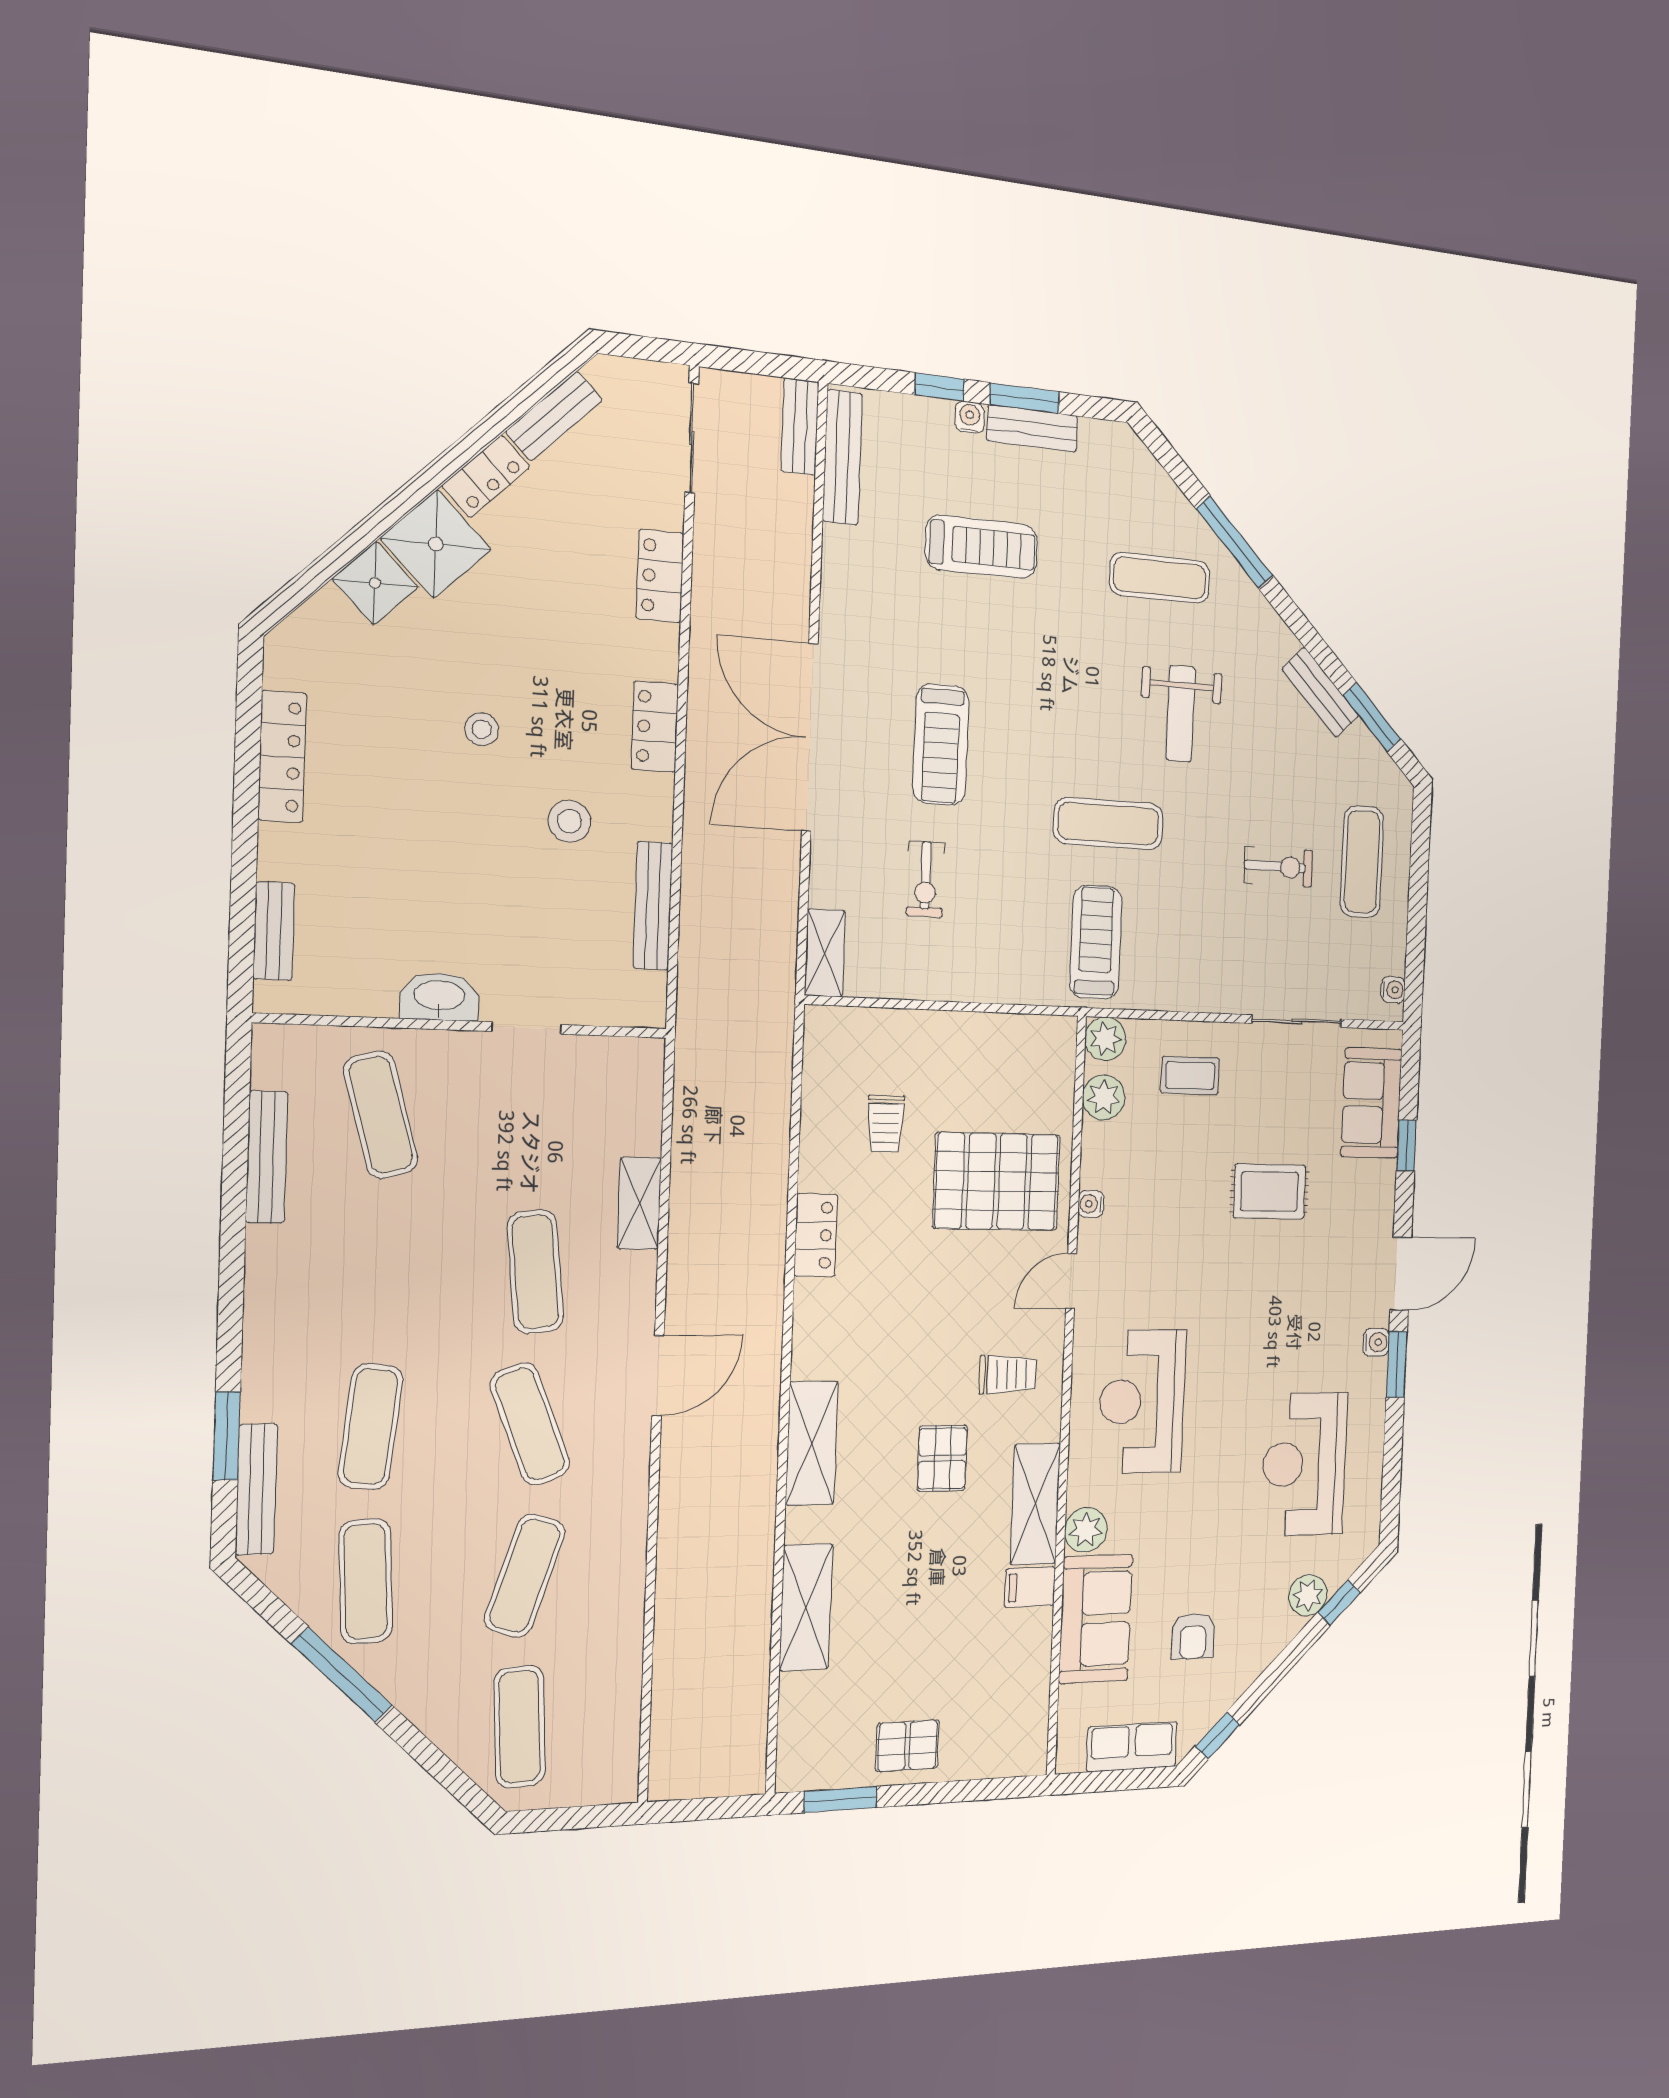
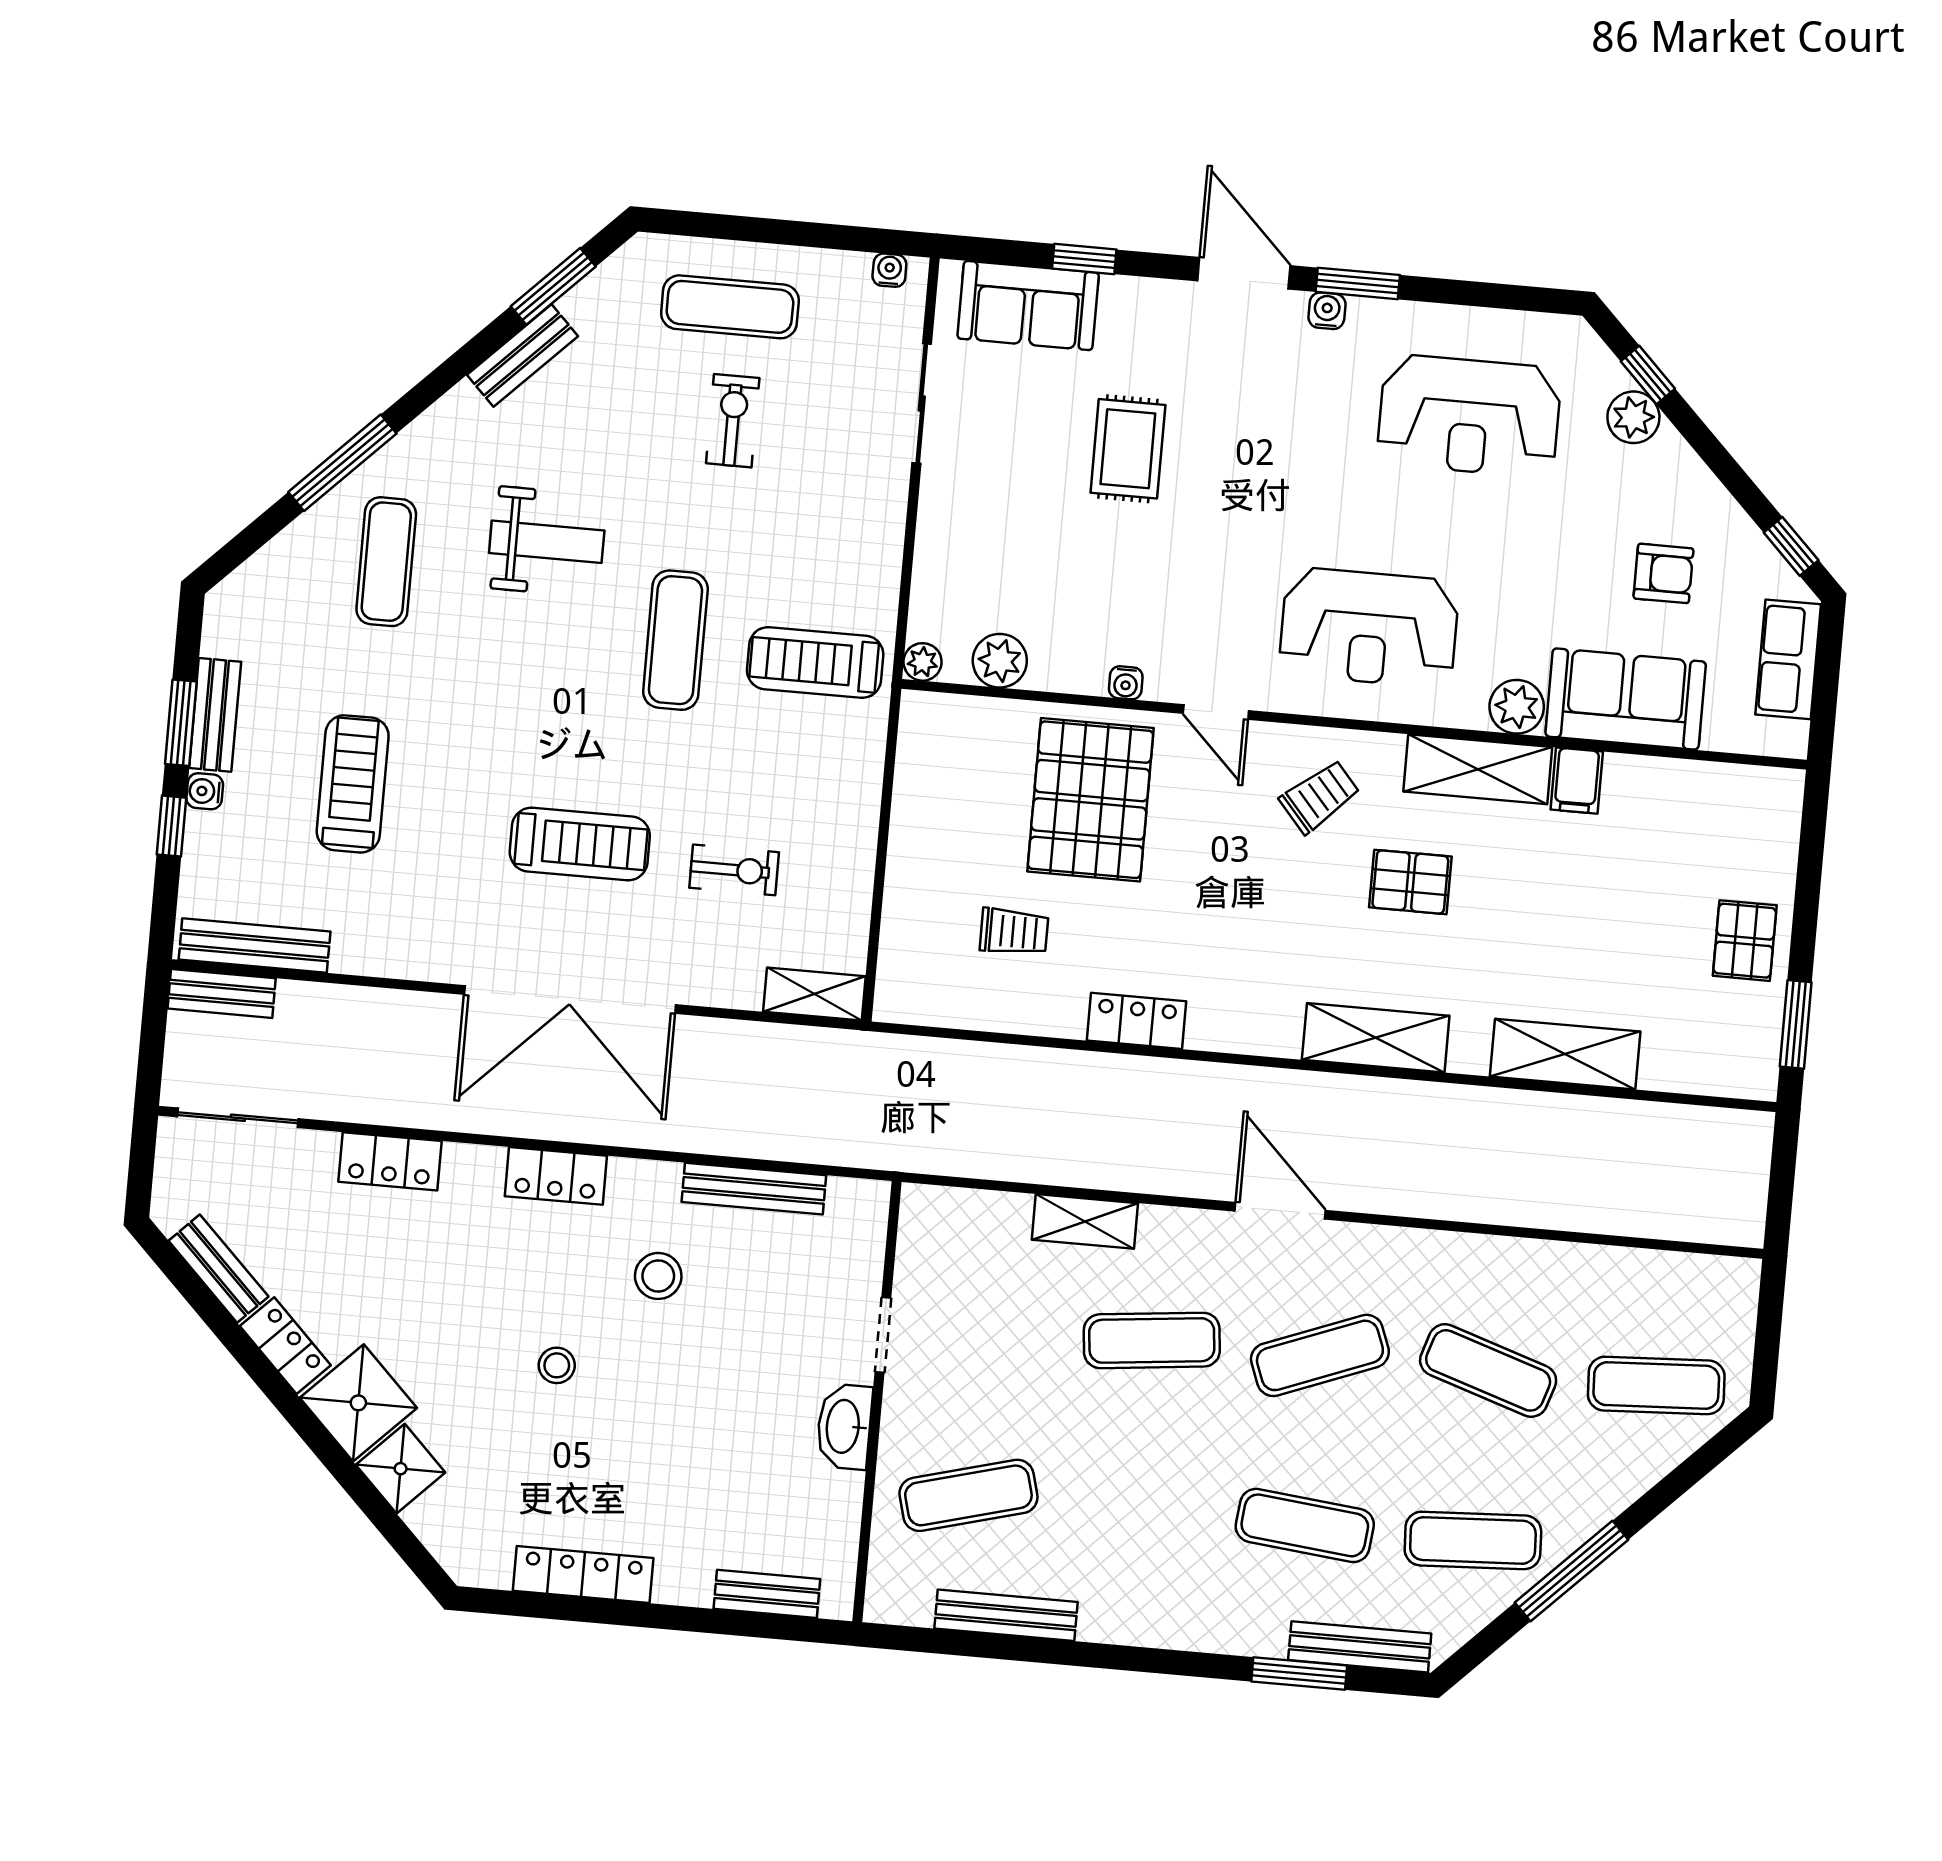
plant: (1105, 1039) -> (923, 662), width x0.73, depth x0.73
coffee table: (1190, 1076) -> (980, 548), removed
trolley: (1008, 1374) -> (1320, 797), turned 49

